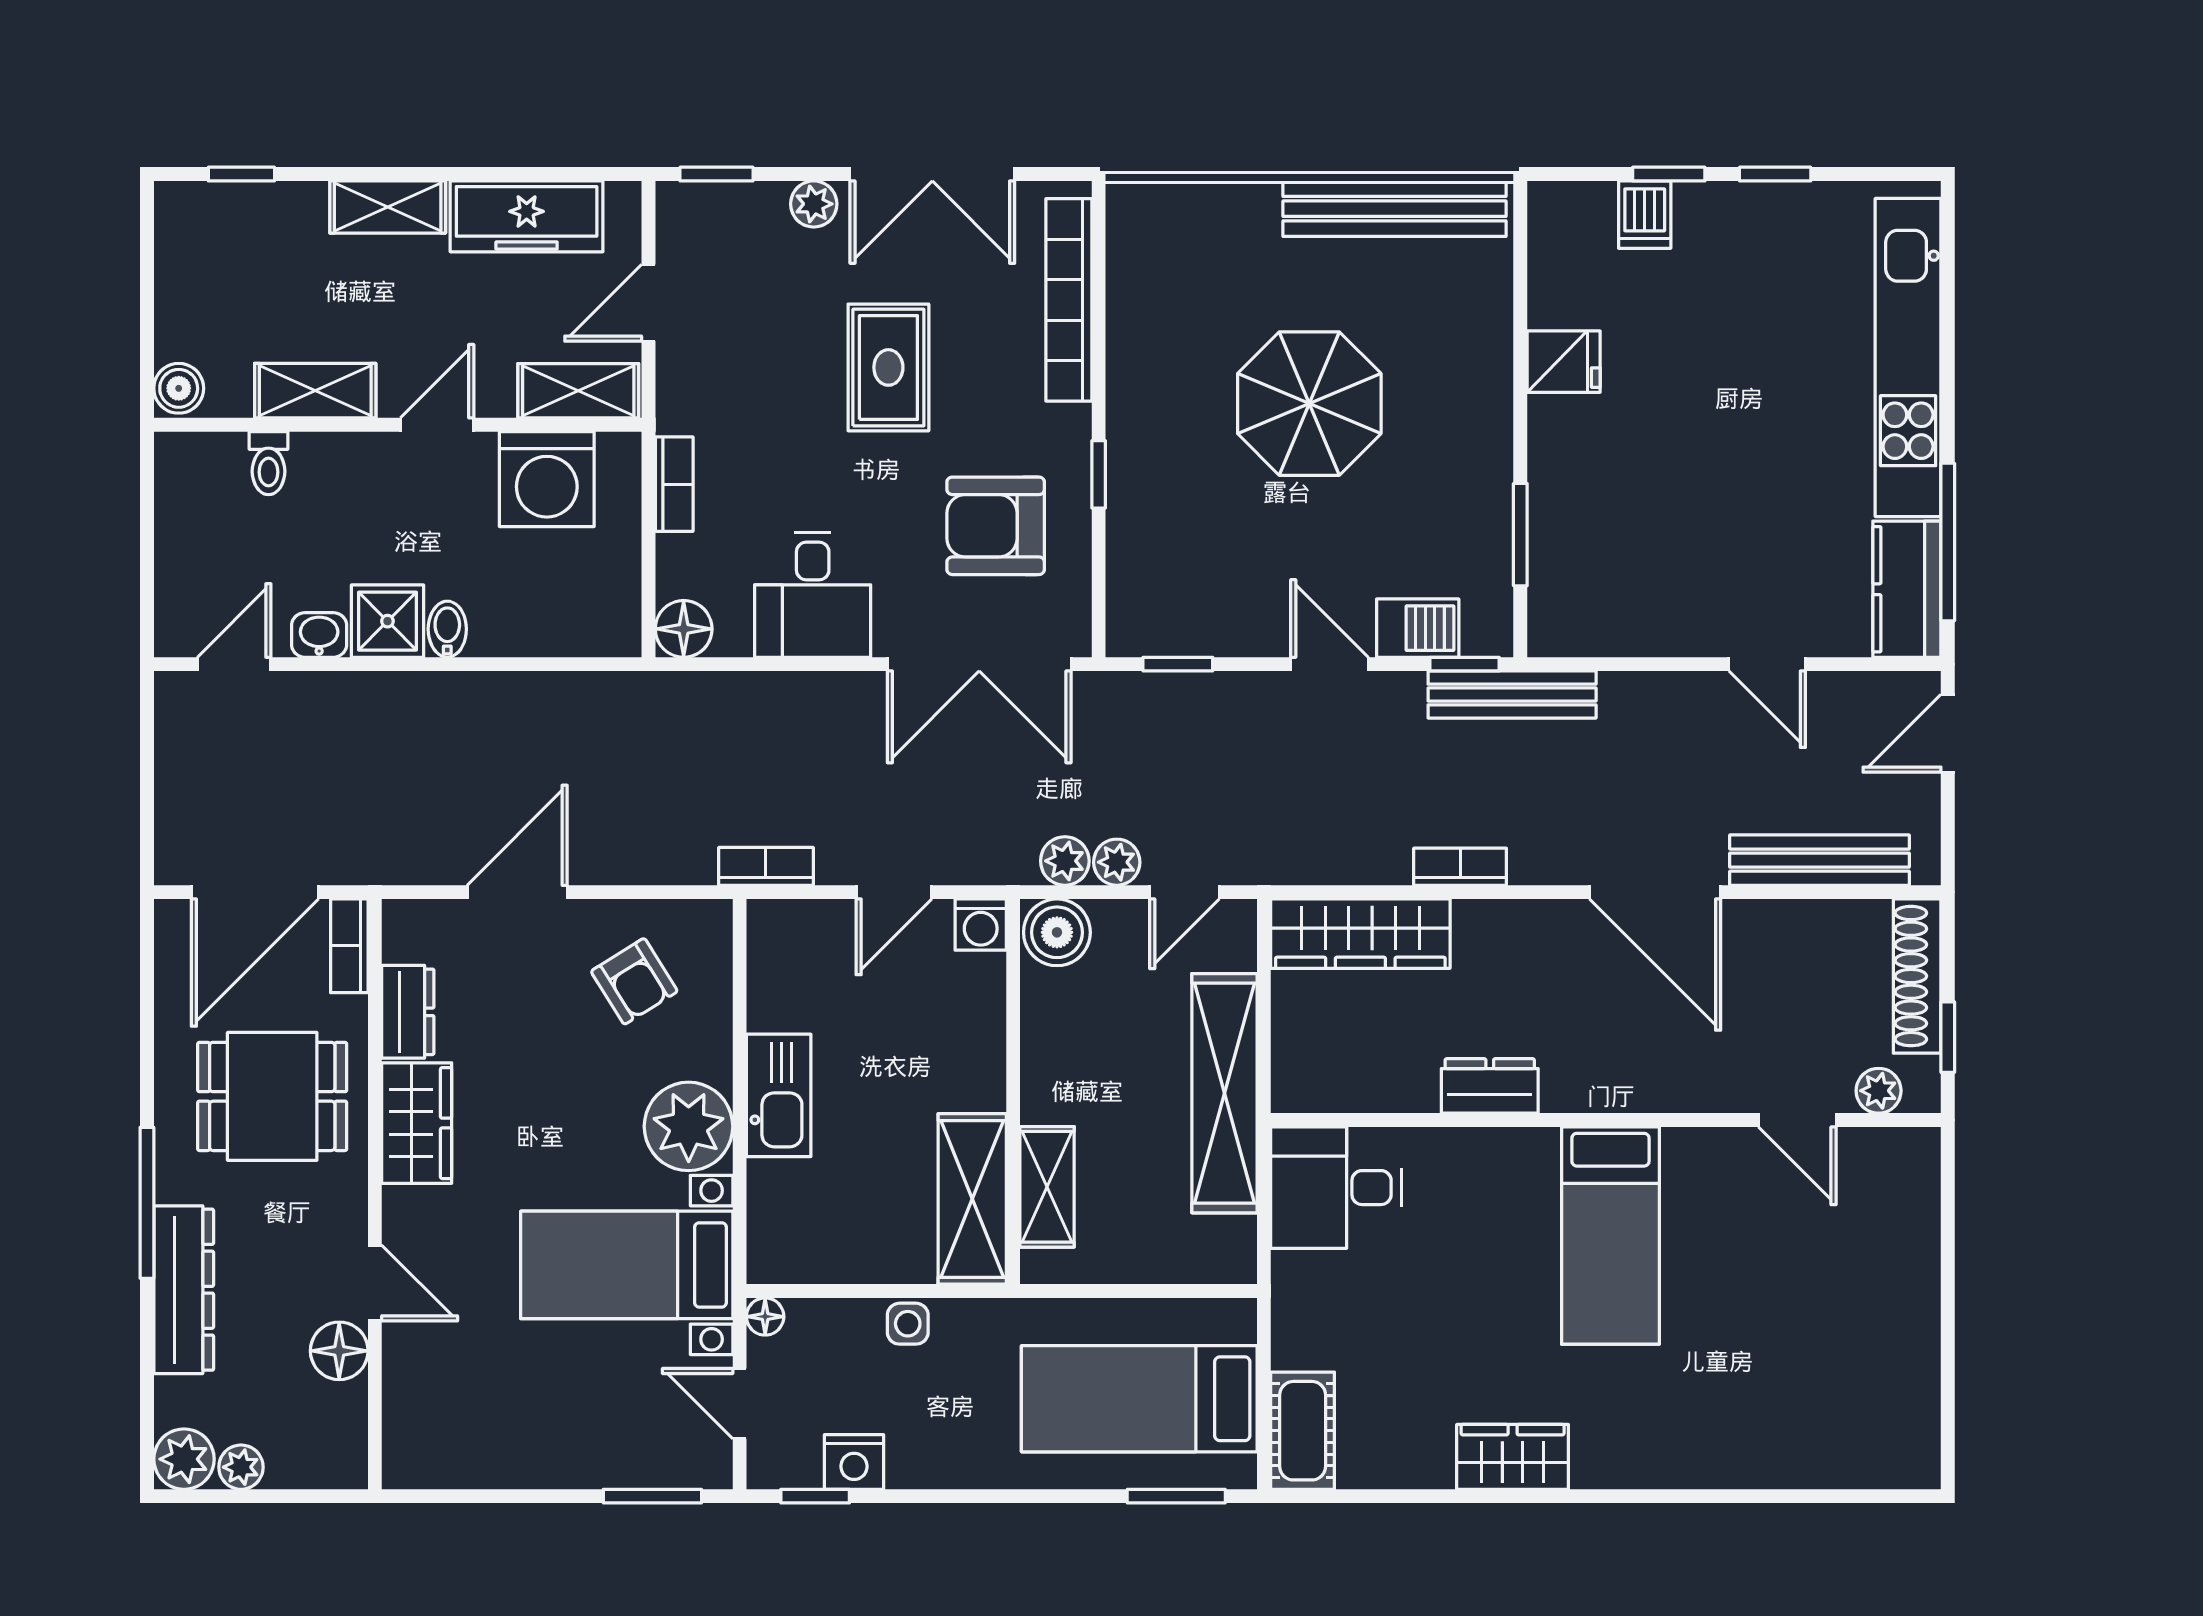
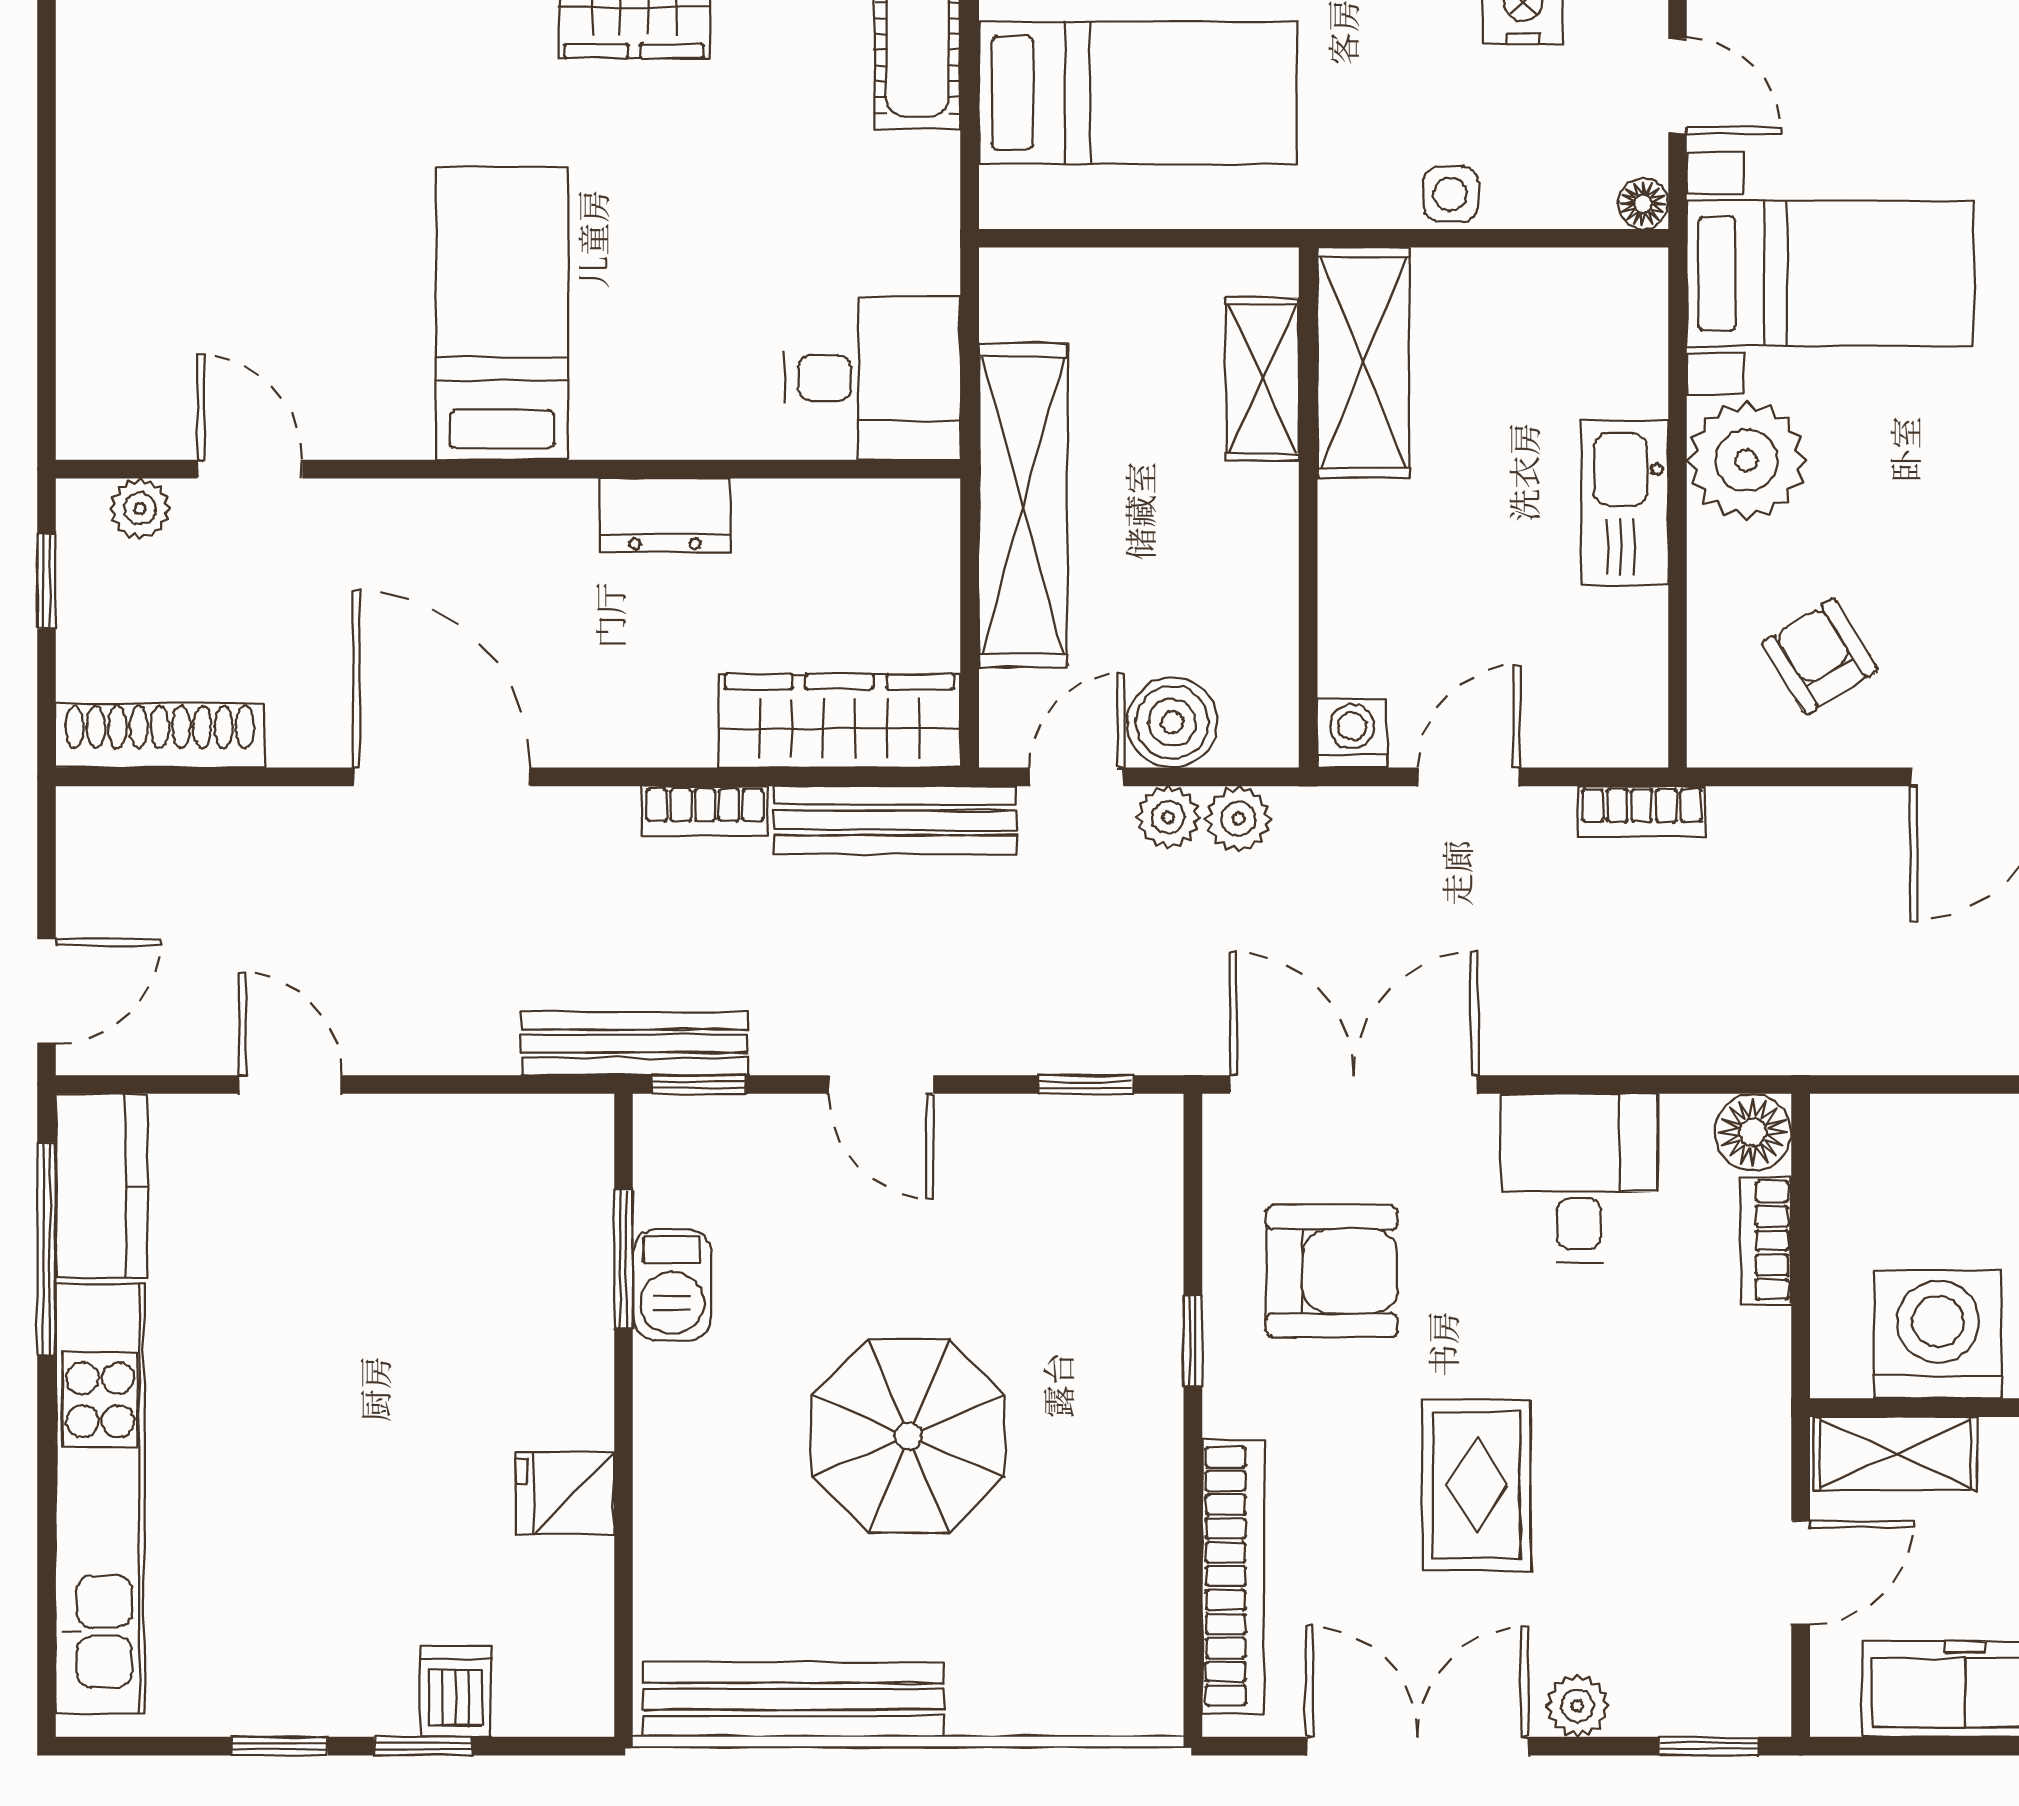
bookcase: (674, 484) -> (1766, 1240), moved
barbecue: (1418, 628) -> (672, 1285), moved, turned -90
bench: (1820, 860) -> (895, 820), moved
boiler: (1057, 932) -> (1172, 722), moved
shoe rack: (1917, 976) -> (160, 735), moved, turned -90

